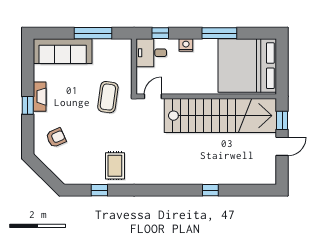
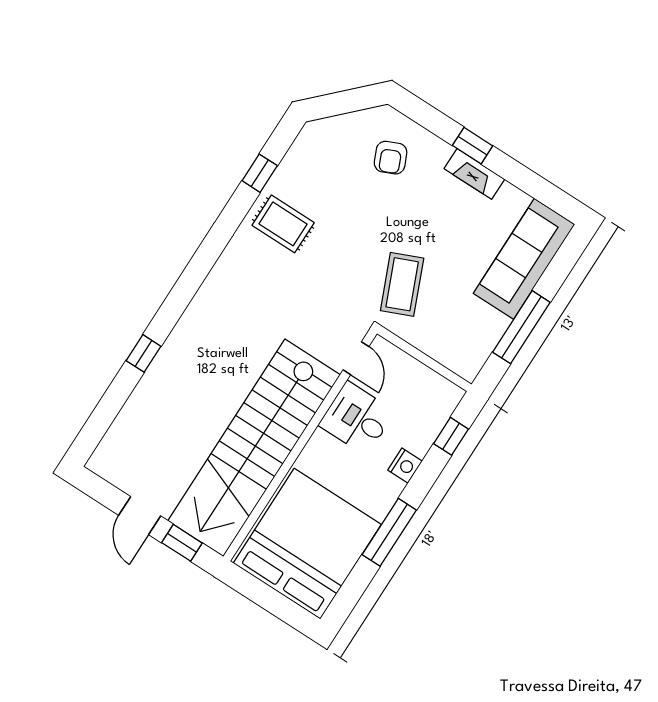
desk: (151, 53) -> (357, 418), moved, turned -90
coffee table: (108, 97) -> (402, 284), turned 59

